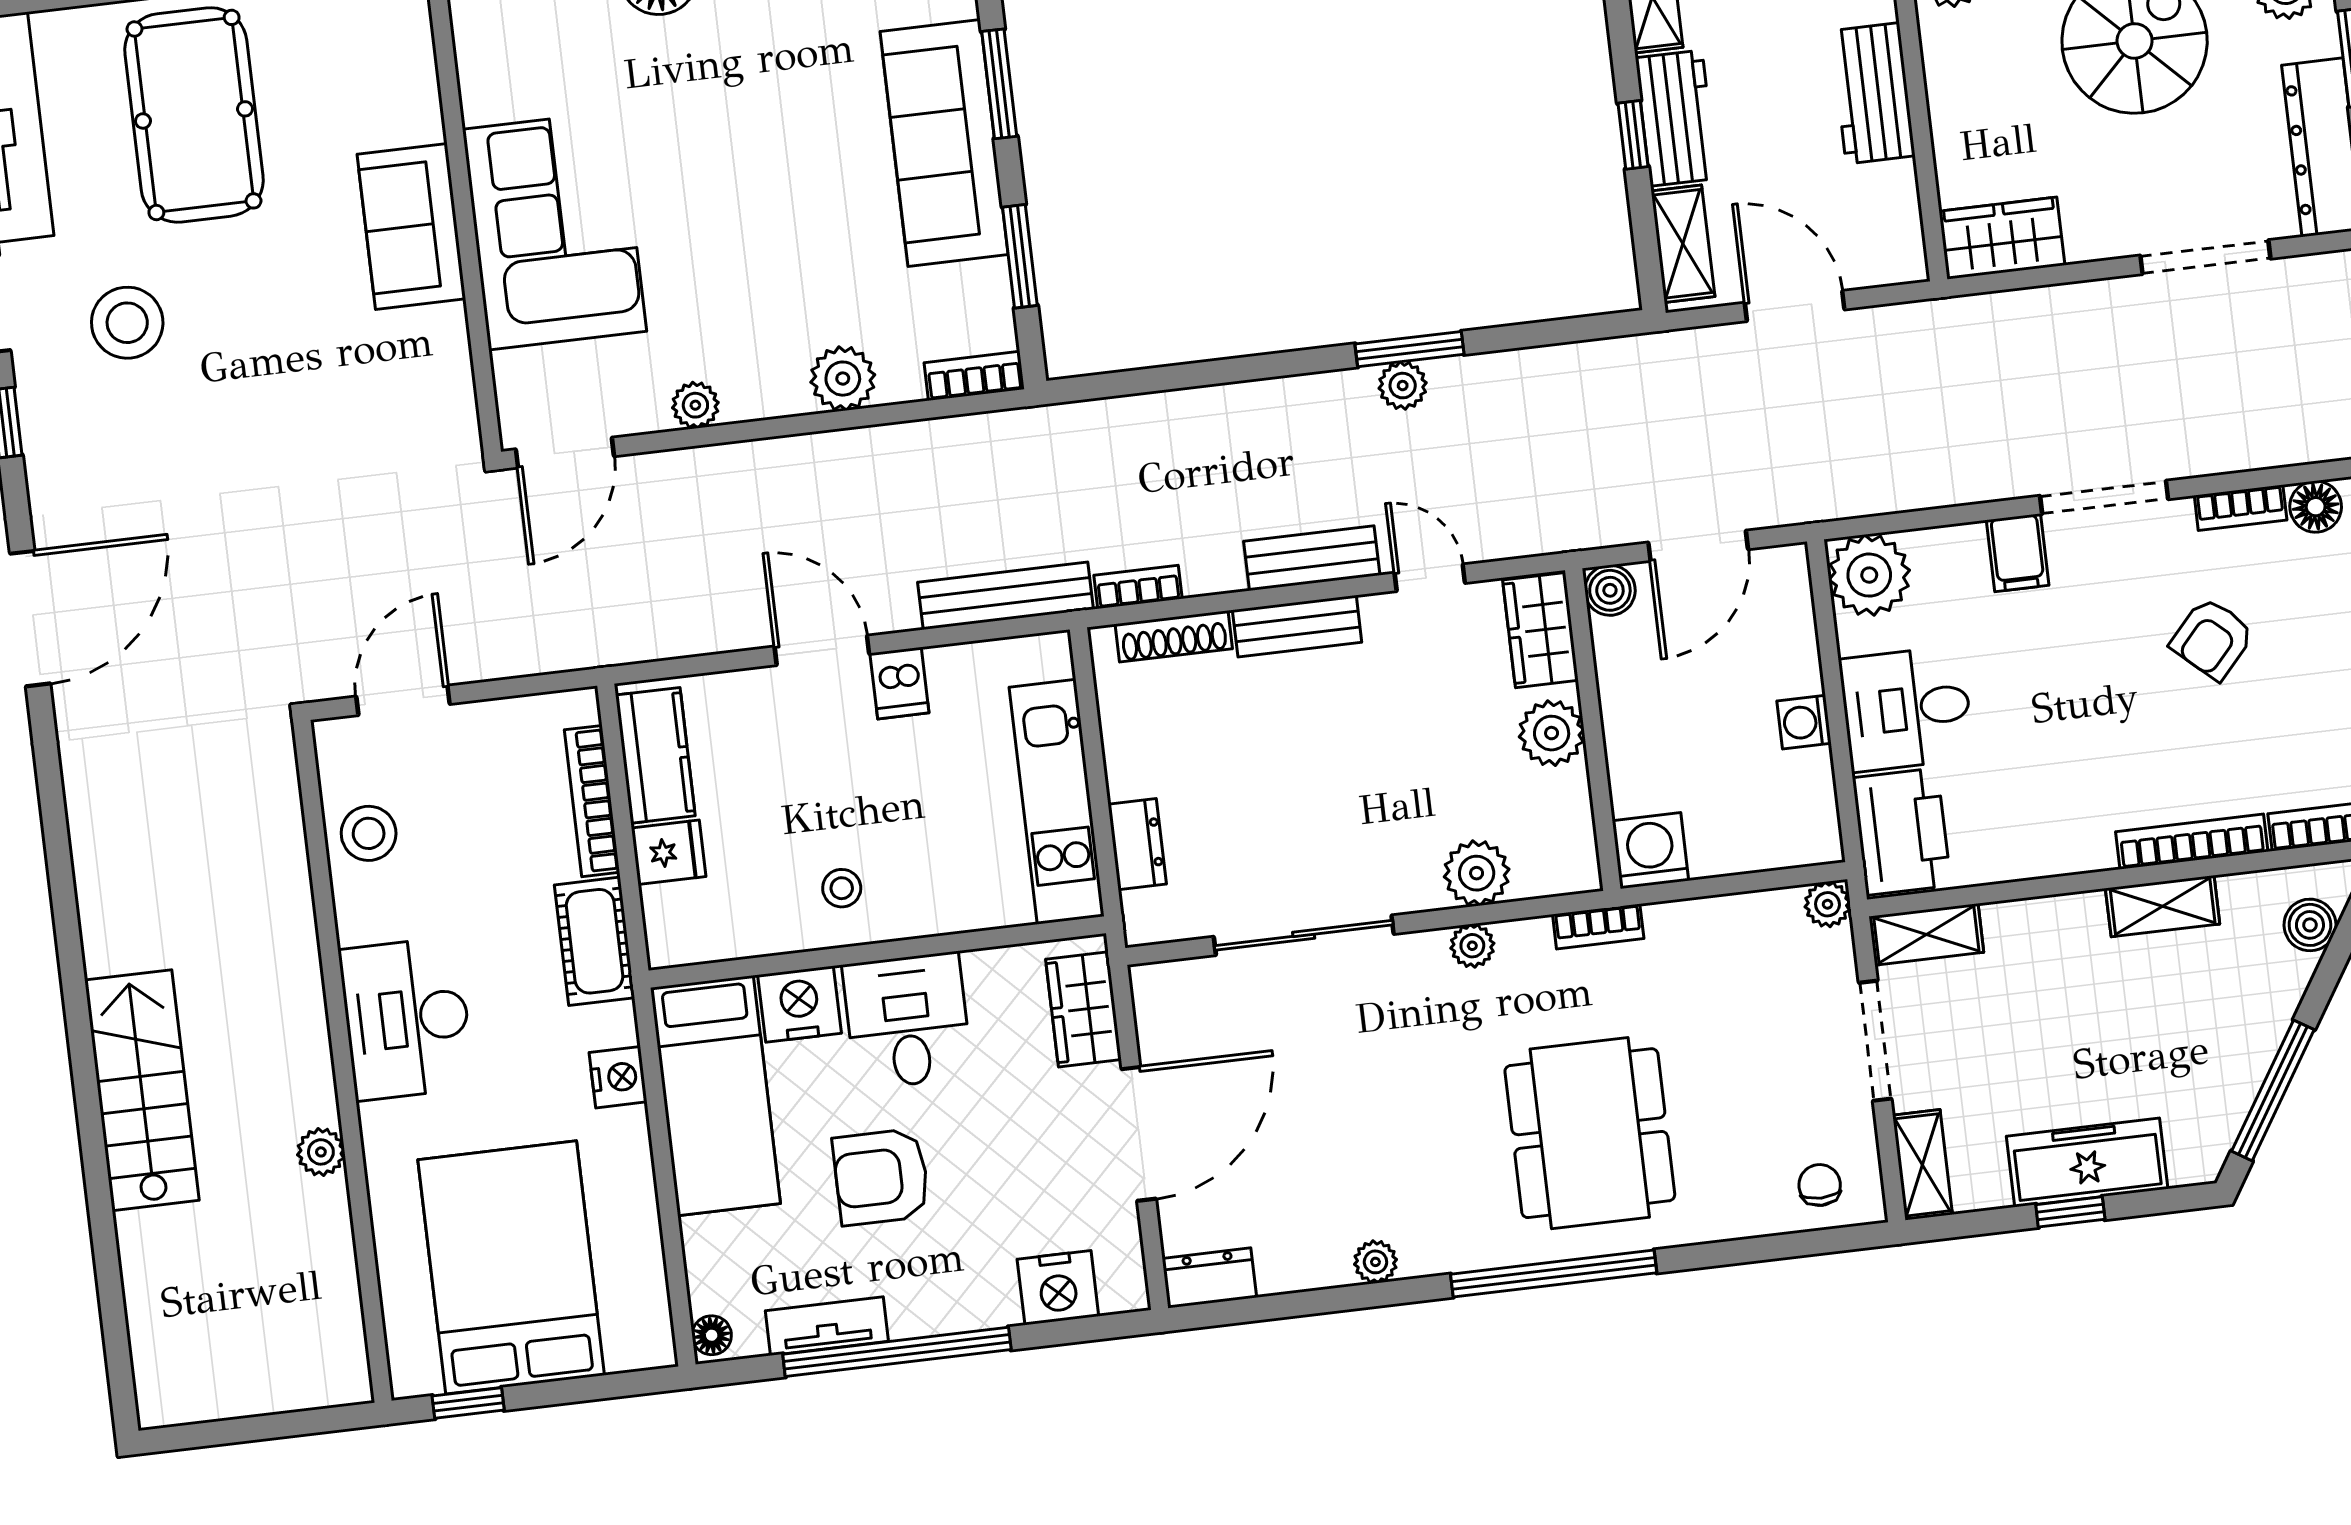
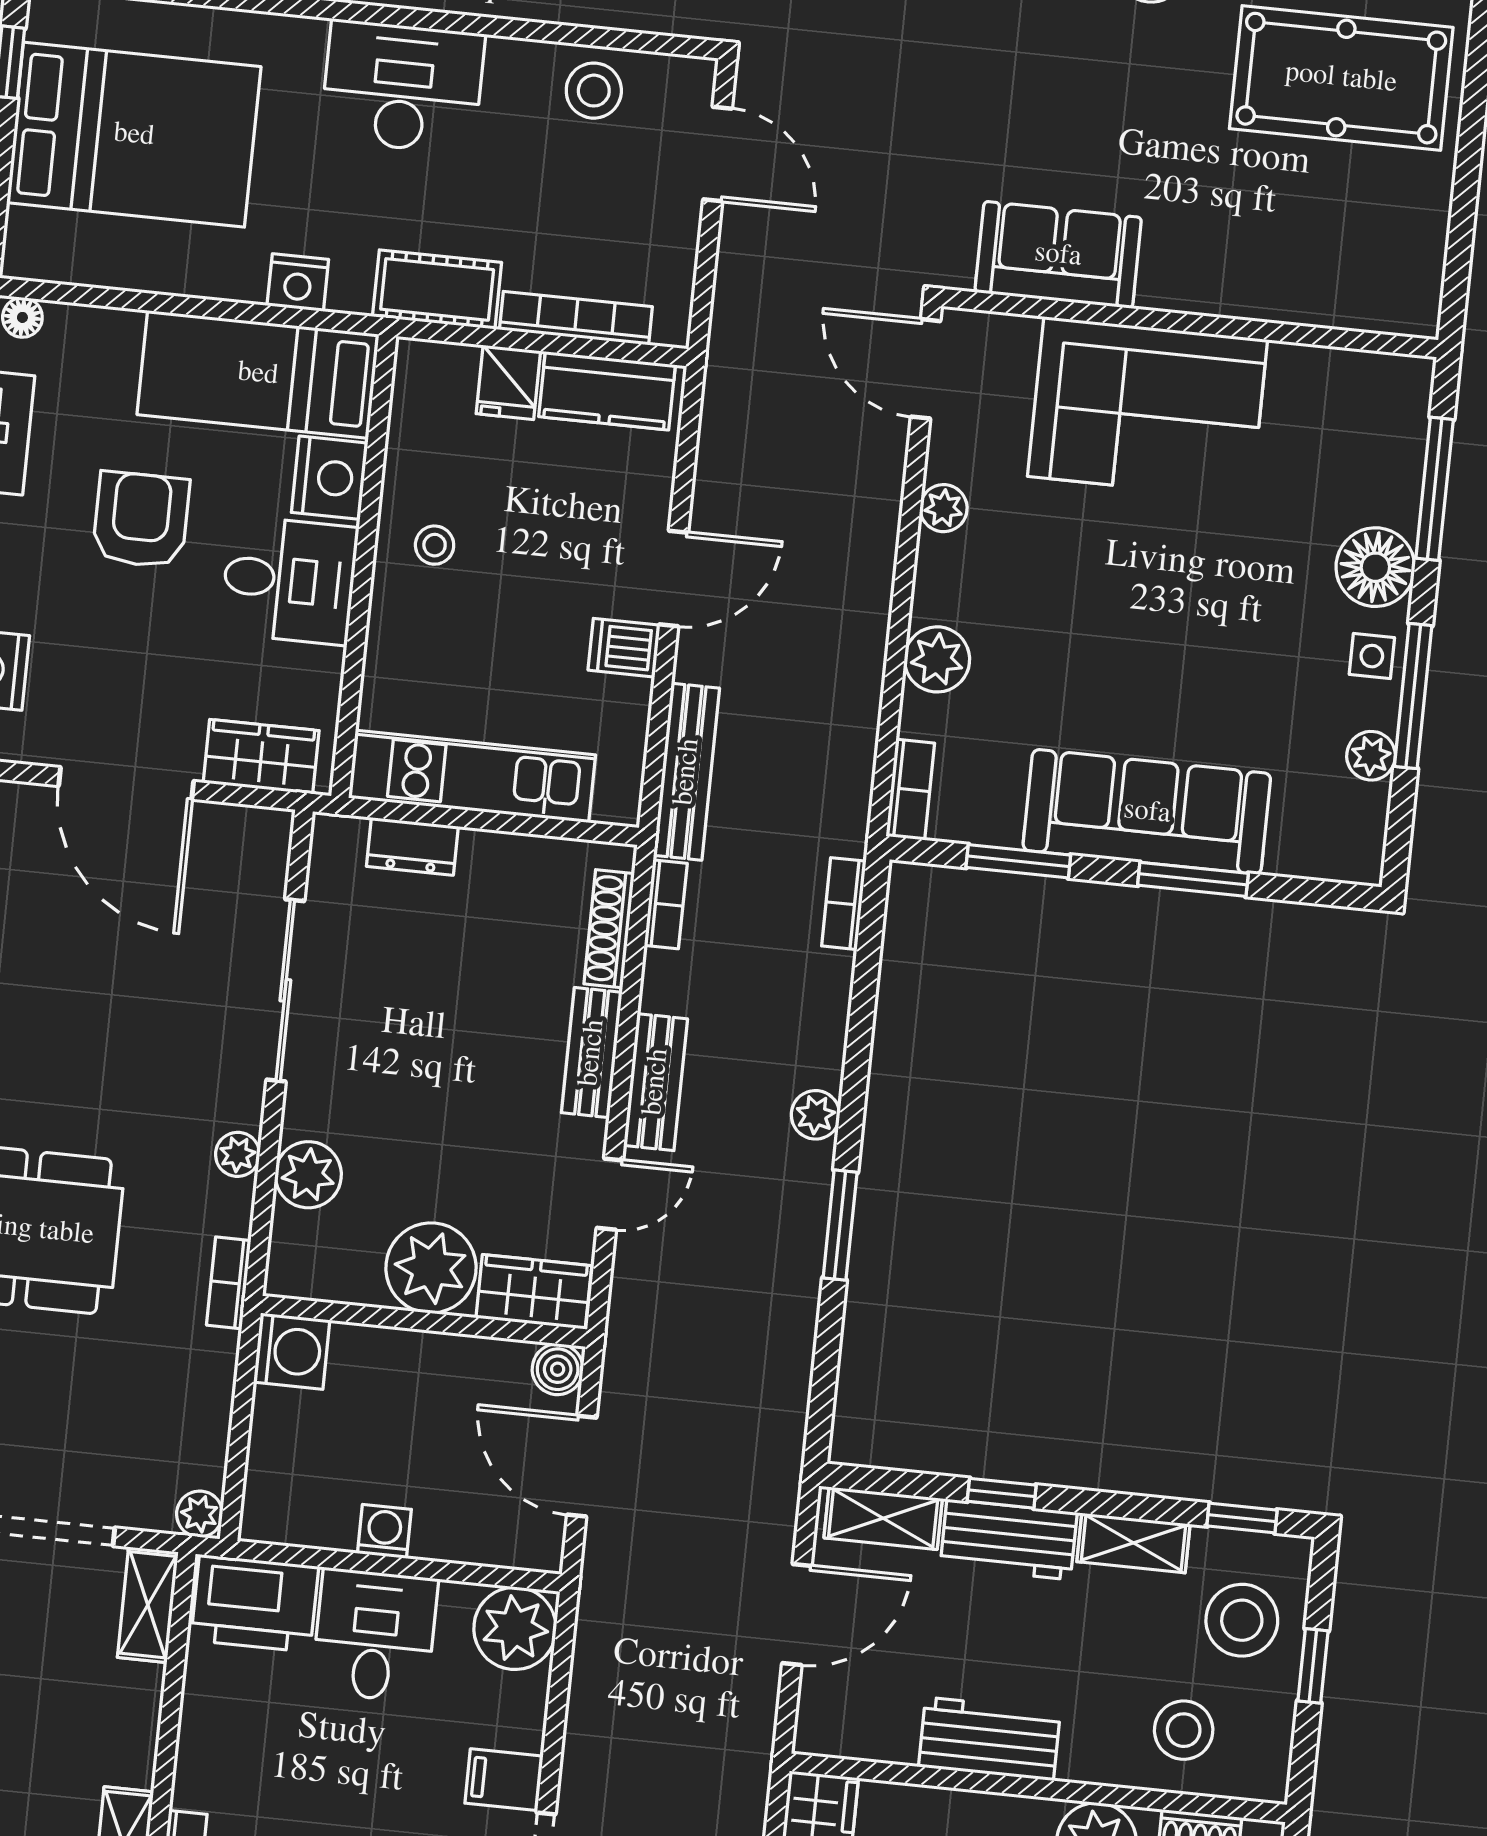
sofa: (411, 226) -> (1058, 255), moved
plant: (1403, 386) -> (816, 1115), moved
bookcase: (1099, 415) -> (844, 904), added
plant: (1552, 733) -> (431, 1268), width x1.36, depth x1.36

